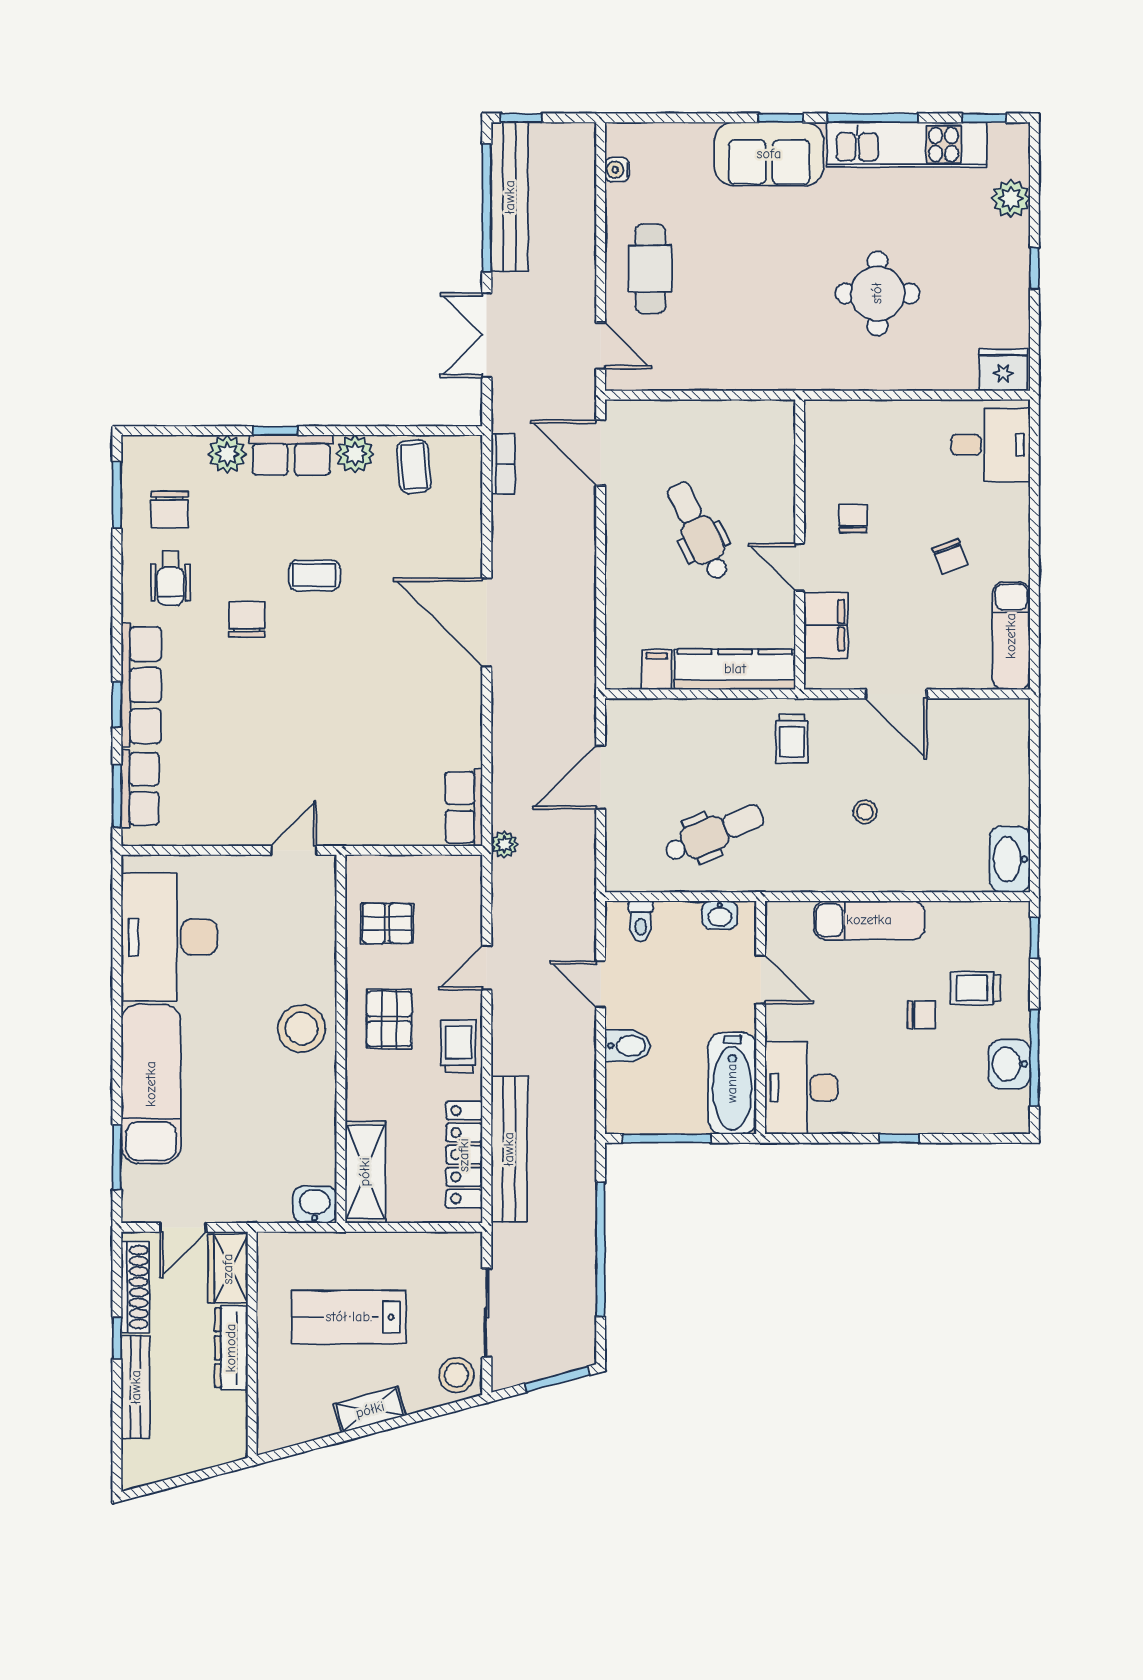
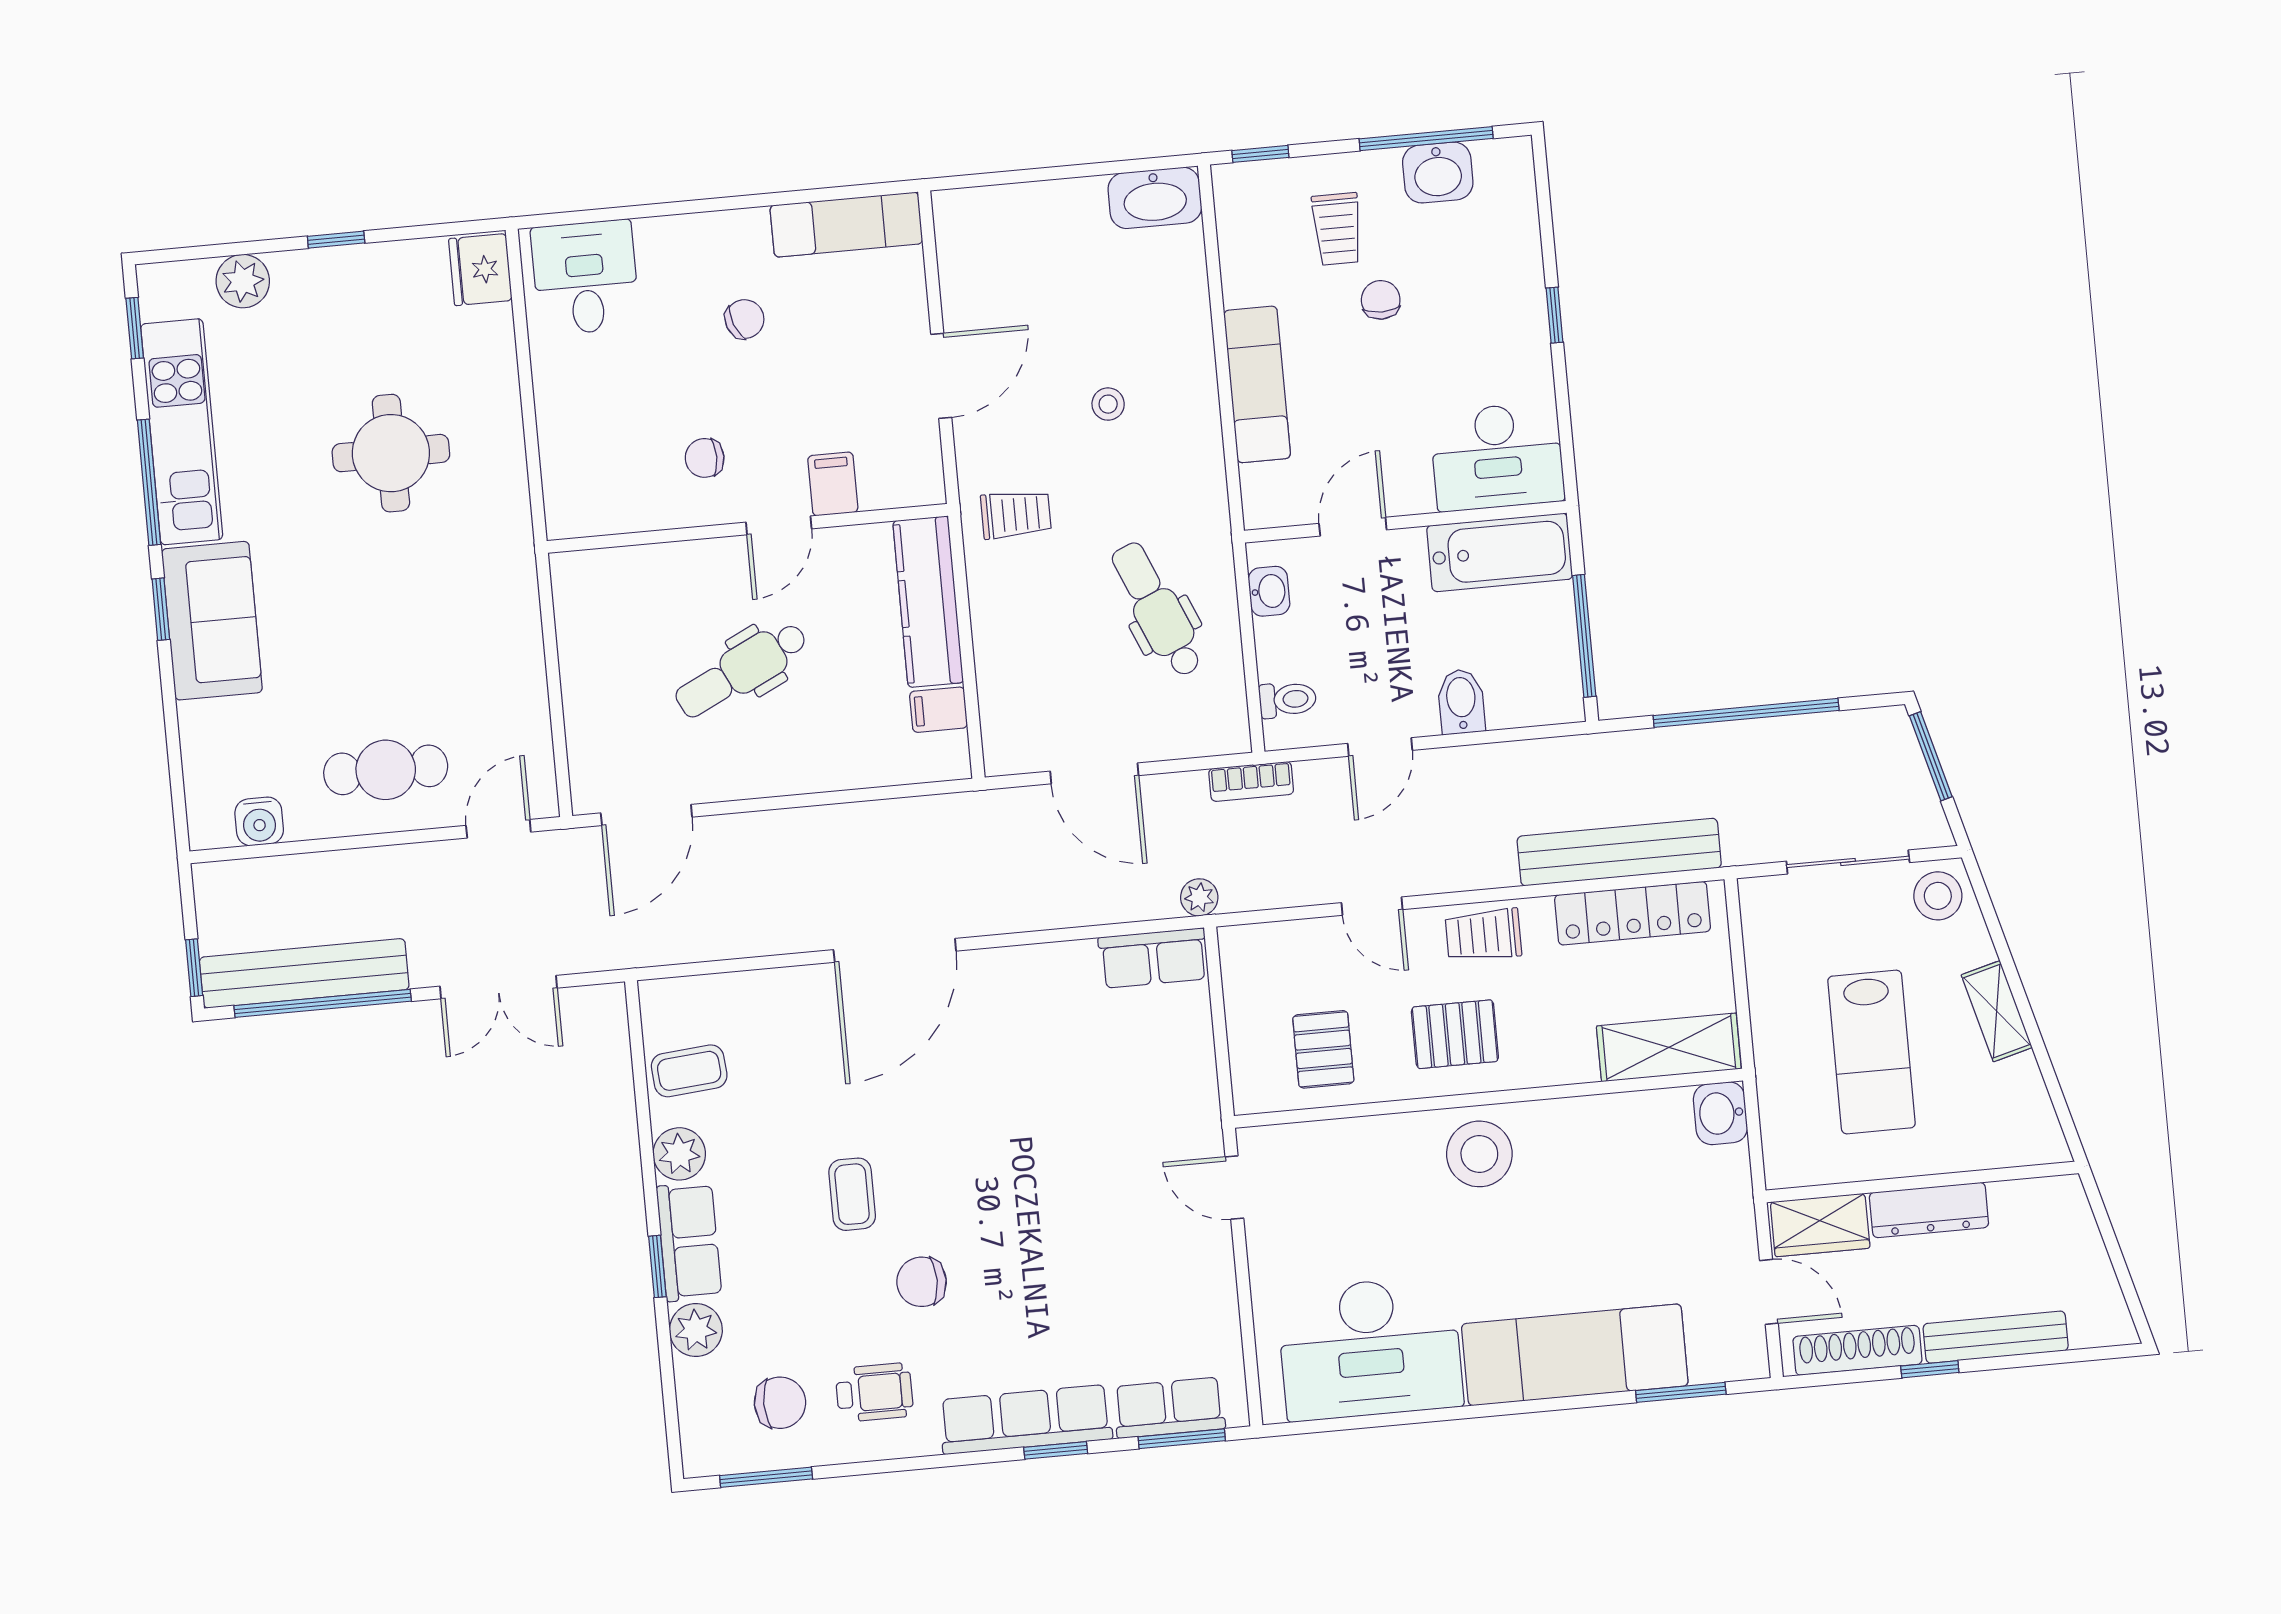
water cooler: (617, 170) -> (259, 821), width x1.38, depth x1.38
bookcase: (503, 464) -> (1251, 781), moved, turned 180
filing cabinet: (826, 625) -> (833, 484), width x0.50

